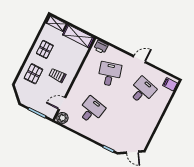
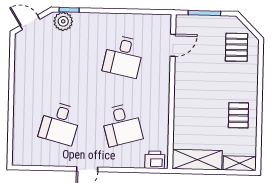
pallet: (33, 74) -> (236, 47), moved
trolley: (57, 75) -> (200, 85), removed
filing cabinet: (170, 84) -> (22, 153), removed
plant: (62, 118) -> (63, 21), moved

